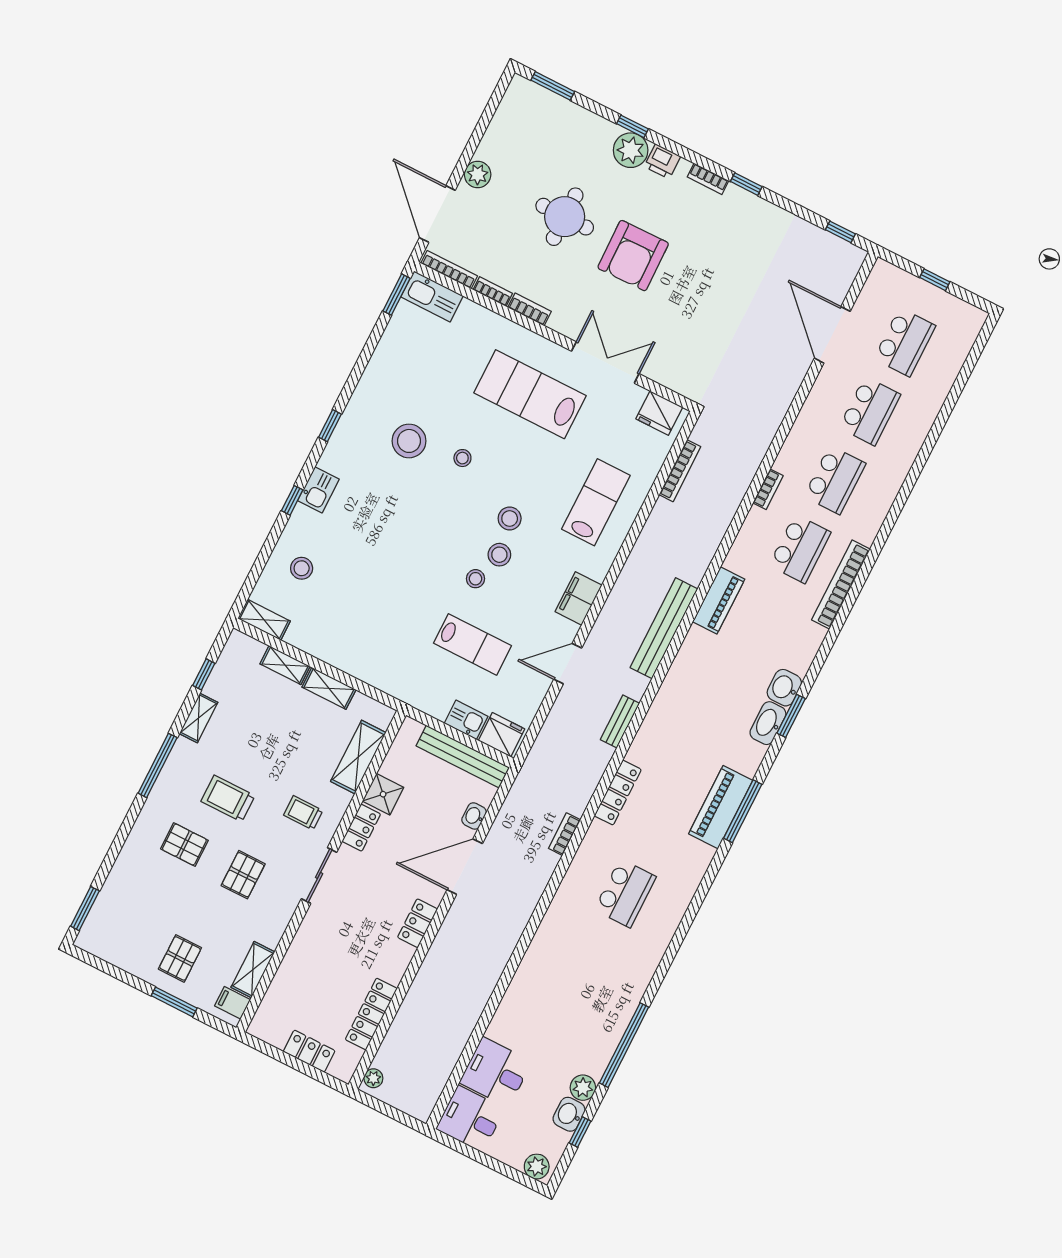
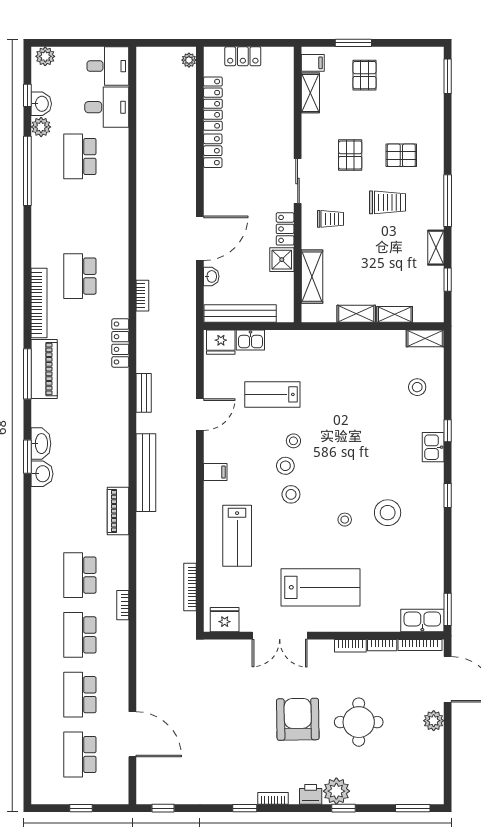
bookcase: (841, 585) -> (39, 303), moved
filing cabinet: (579, 598) -> (215, 472), width x0.50
locker: (418, 923) -> (213, 151), moved
school desk: (555, 1031) -> (80, 156), added

